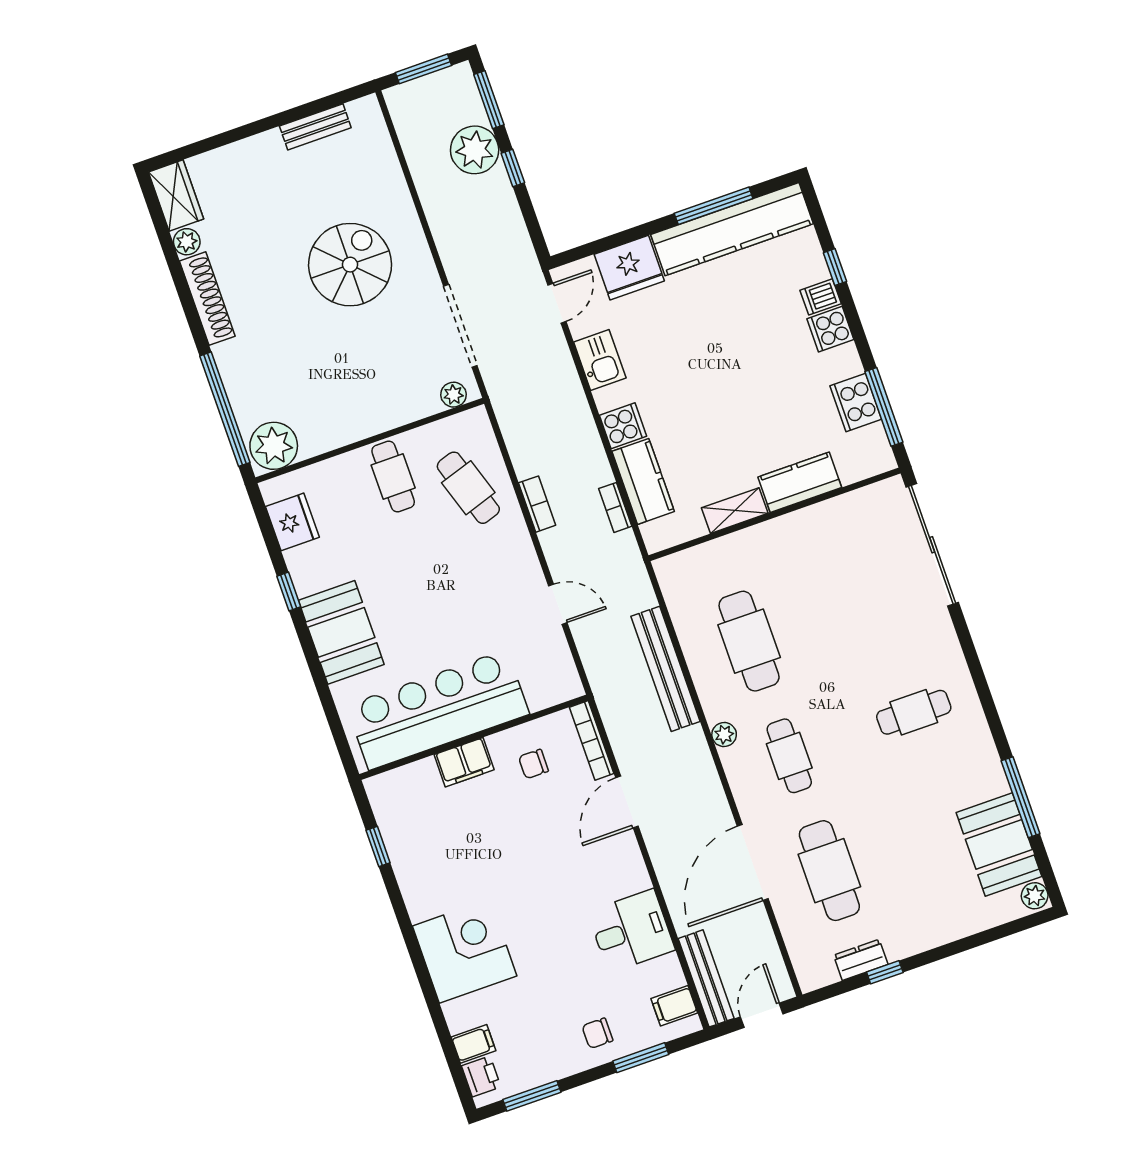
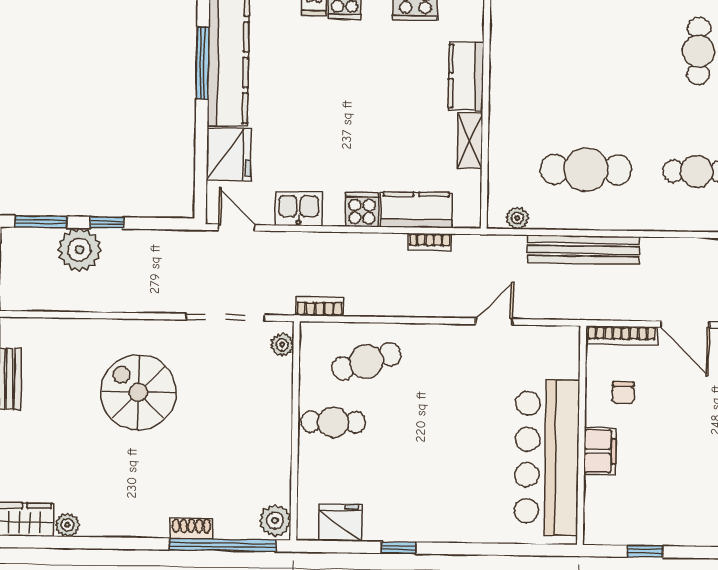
shoe rack: (207, 299) -> (191, 529), moved, width x0.51, depth x0.81
plant: (274, 446) -> (275, 520), width x0.73, depth x0.73
bookcase: (537, 504) -> (320, 306), moved
booth: (341, 632) -> (450, 516), removed
plant: (724, 735) -> (517, 218), moved

